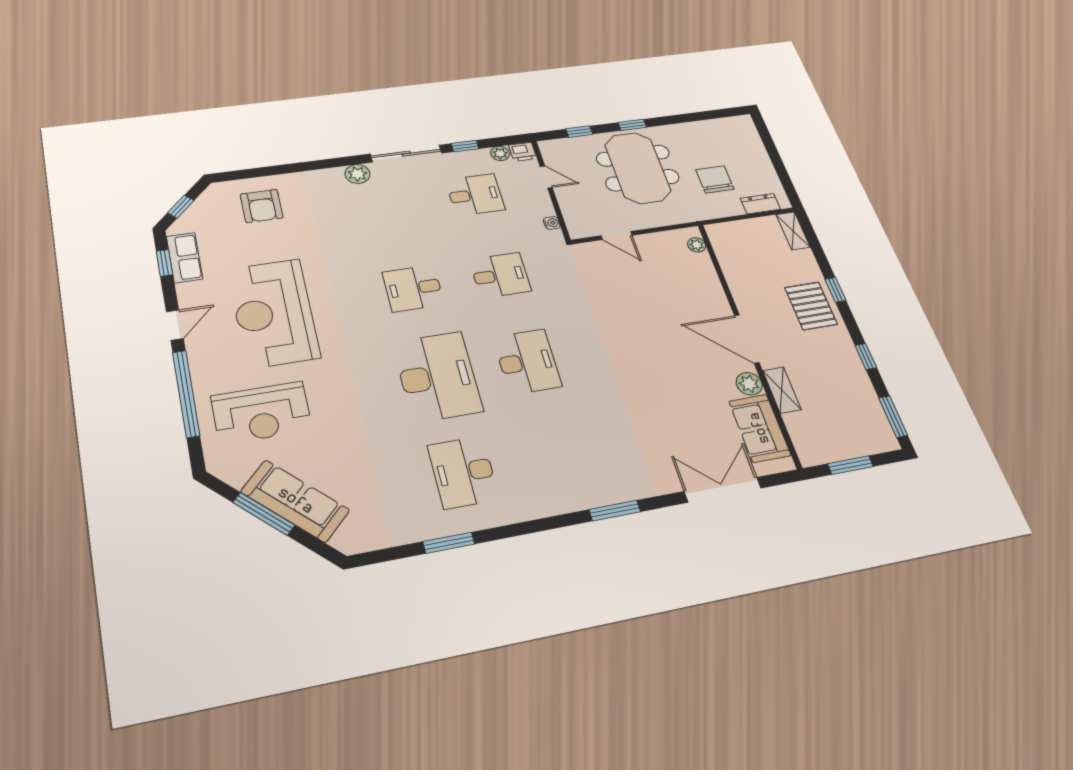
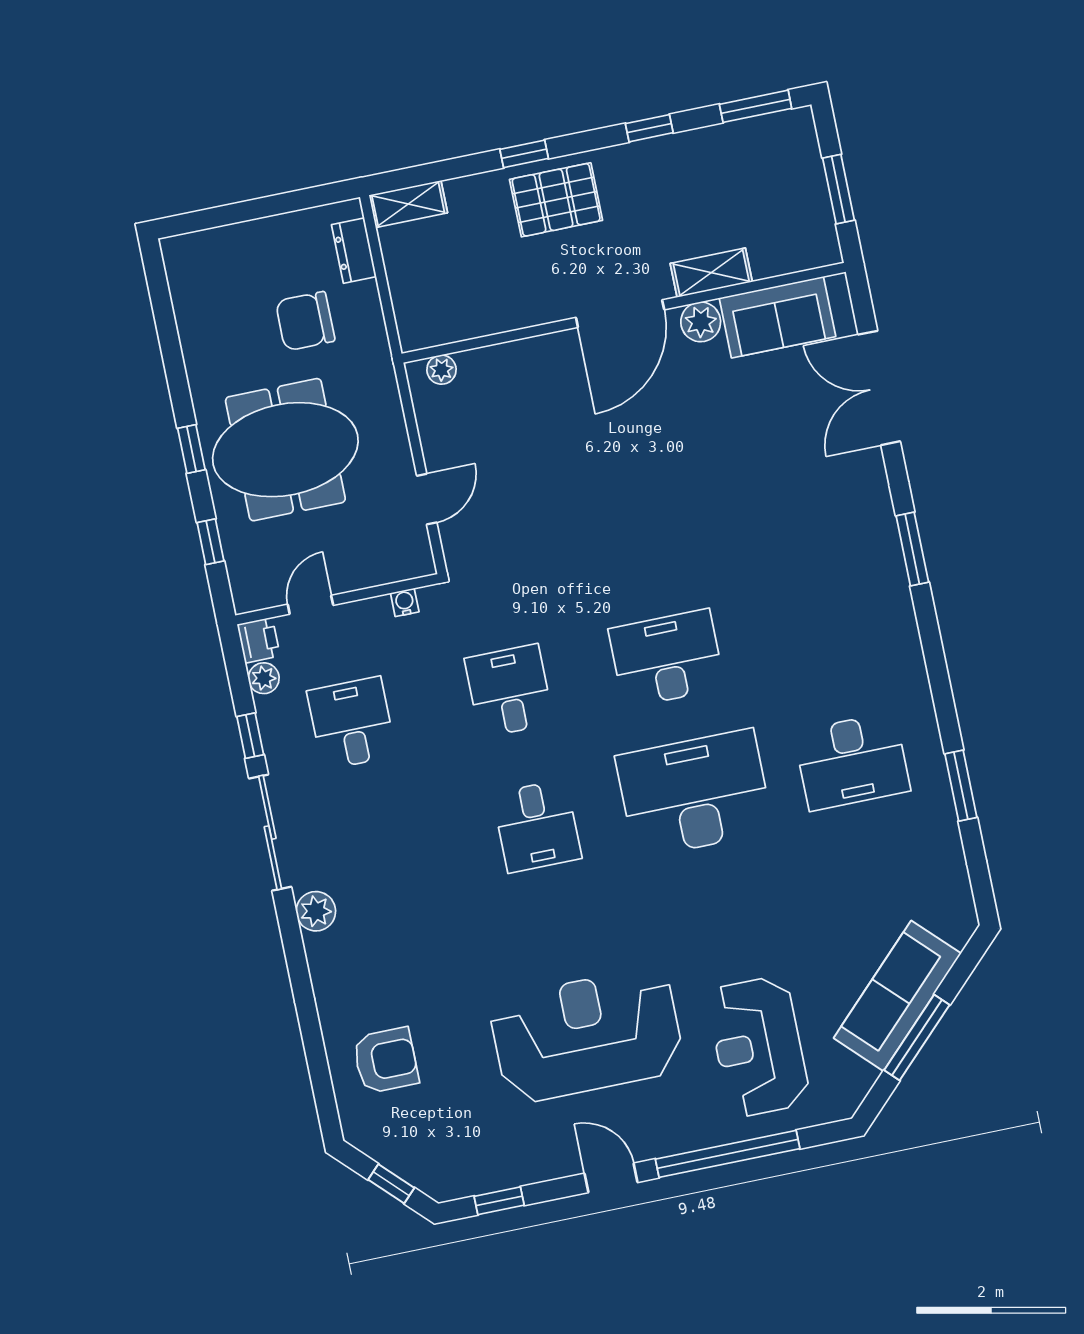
row of seats: (185, 258) -> (489, 1172), removed
reception desk: (274, 313) -> (587, 1035), turned 180
reception desk: (261, 413) -> (758, 1047), turned 180

